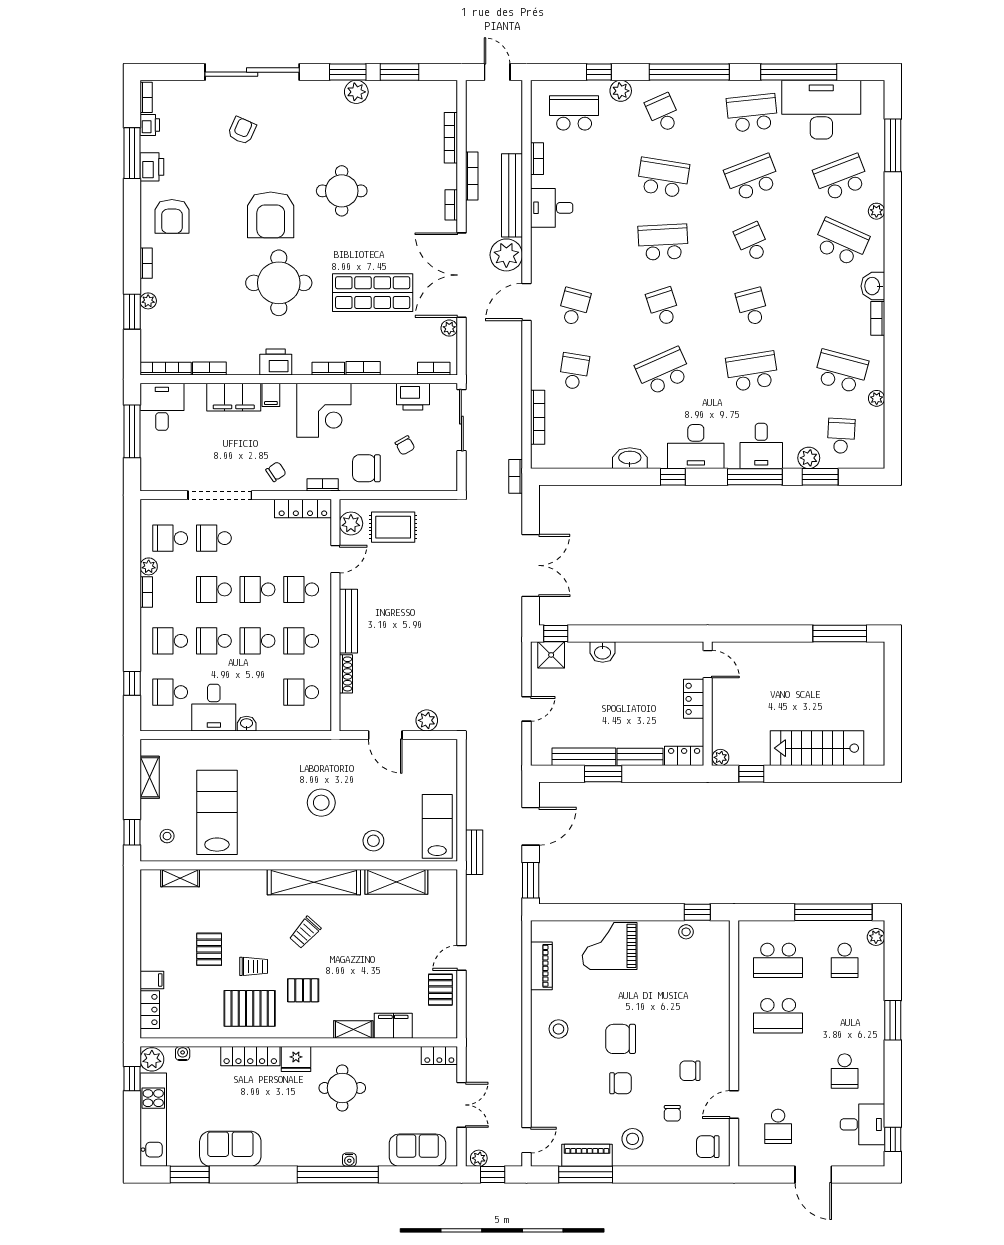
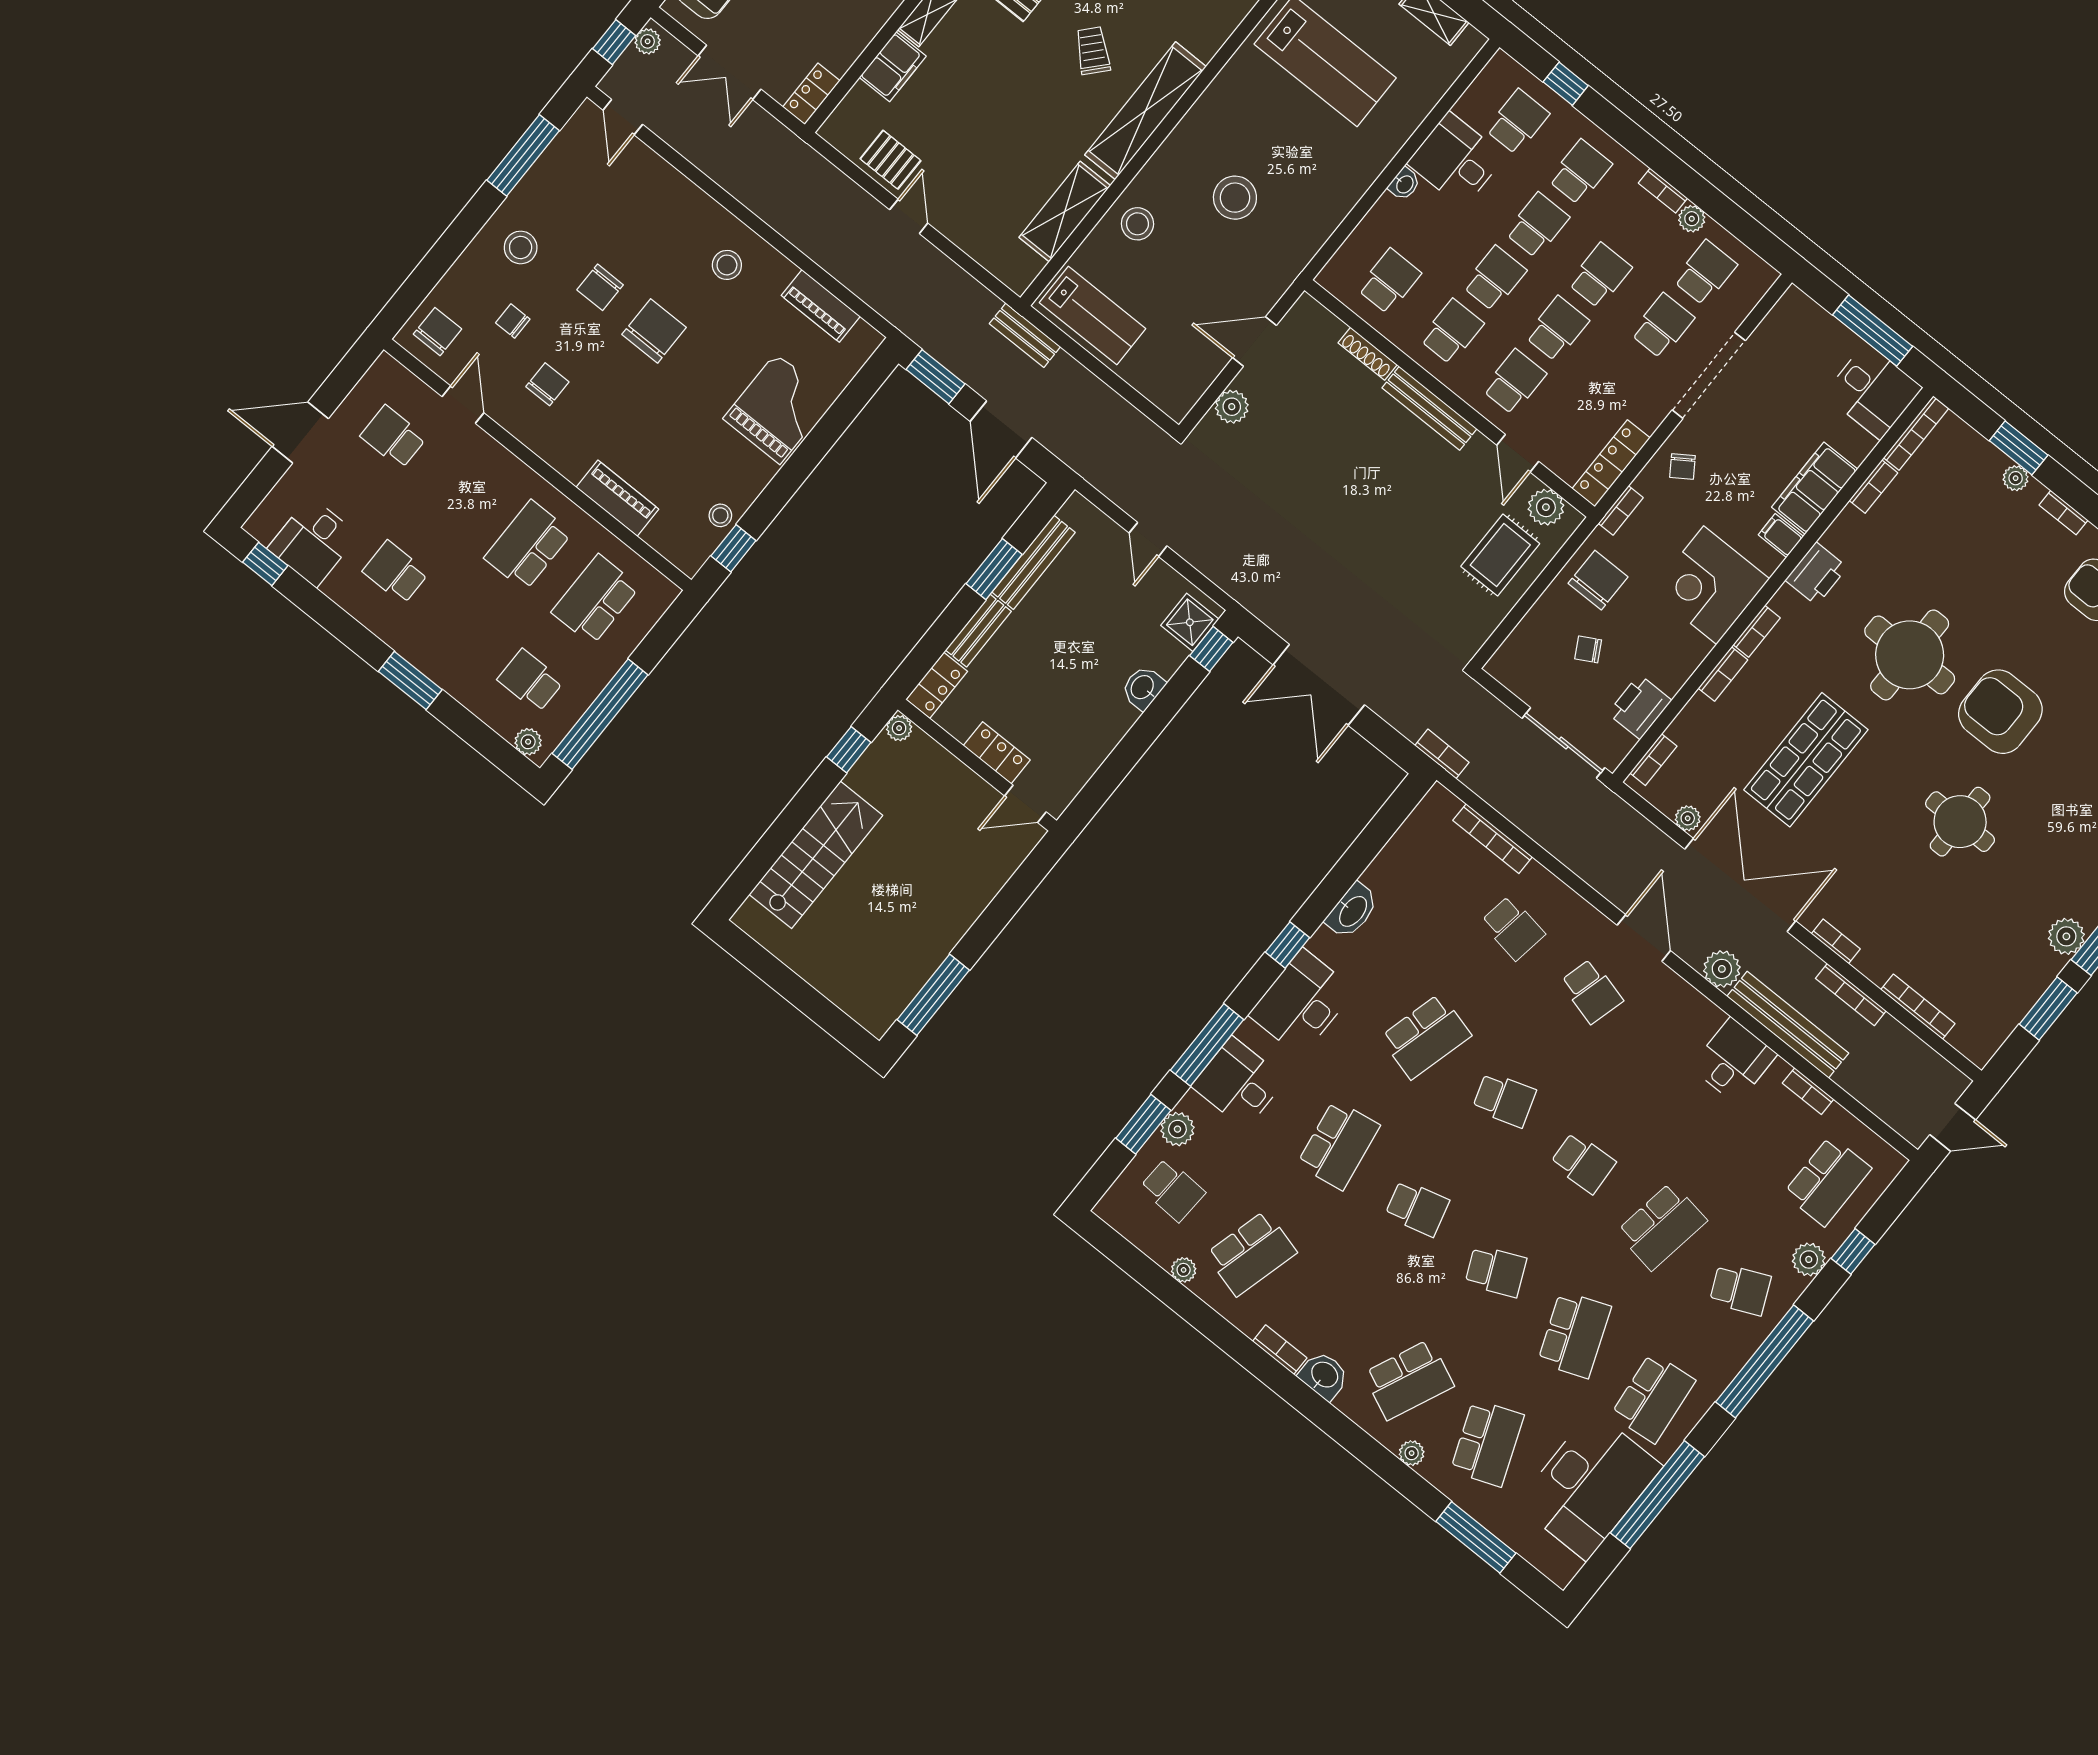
school desk: (663, 242) -> (1583, 1163), width x0.54
plant: (506, 255) -> (1722, 969), width x0.73, depth x0.73
school desk: (663, 371) -> (1426, 1036), turned 39
piano: (587, 1155) -> (617, 498), moved, turned -90

